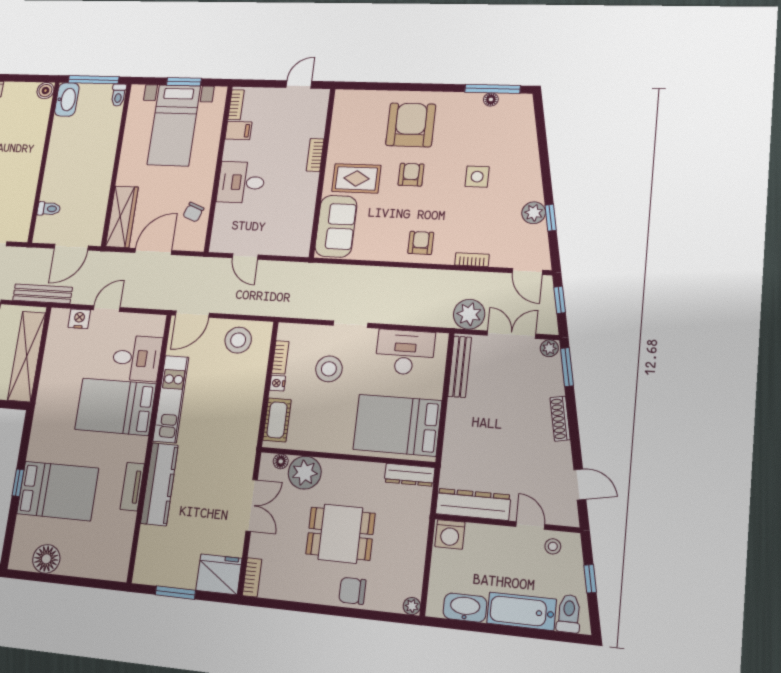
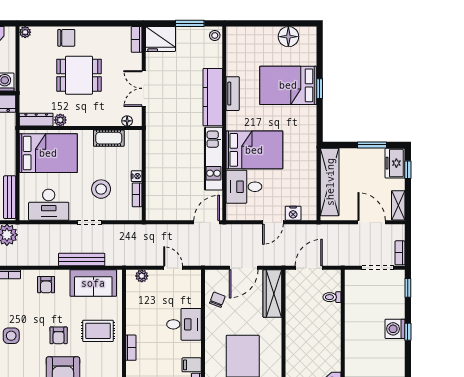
sofa: (336, 226) -> (93, 283), moved, turned -90
plant: (288, 248) -> (142, 276), added
bench: (42, 294) -> (82, 260), moved
stool: (238, 340) -> (215, 35), moved, width x0.53, depth x0.53
cot: (277, 420) -> (109, 138), moved, turned 90
plant: (305, 473) -> (60, 120), moved, width x0.53, depth x0.53

